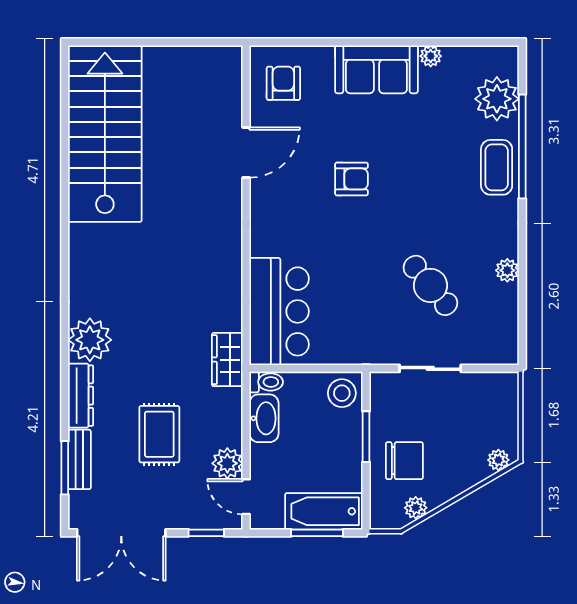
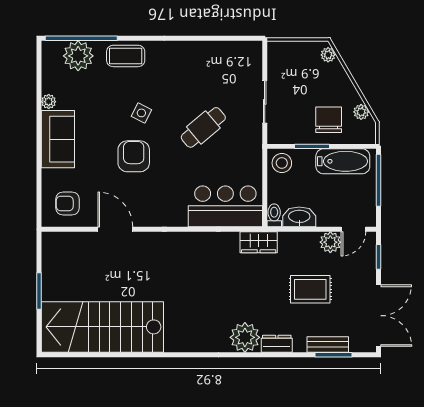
window: (157, 42) -> (39, 291), added
window: (522, 146) -> (81, 38), moved
armchair: (352, 179) -> (134, 156), width x1.38, depth x1.38
side table: (414, 190) -> (141, 113), added
plant: (507, 270) -> (197, 49), removed
cafe table: (430, 285) -> (203, 127), moved
dresser: (81, 396) -> (277, 344), width x0.70
bathtub: (324, 511) -> (343, 161), moved, turned -90
window: (317, 533) -> (379, 180), width x1.44

